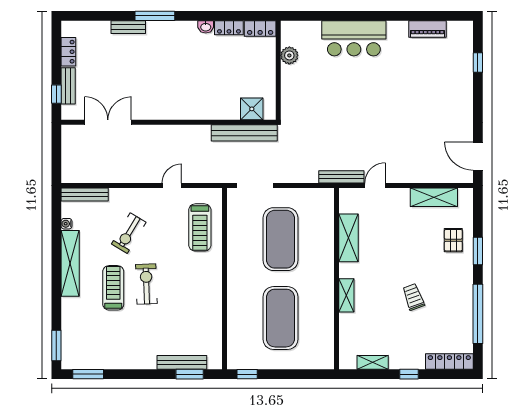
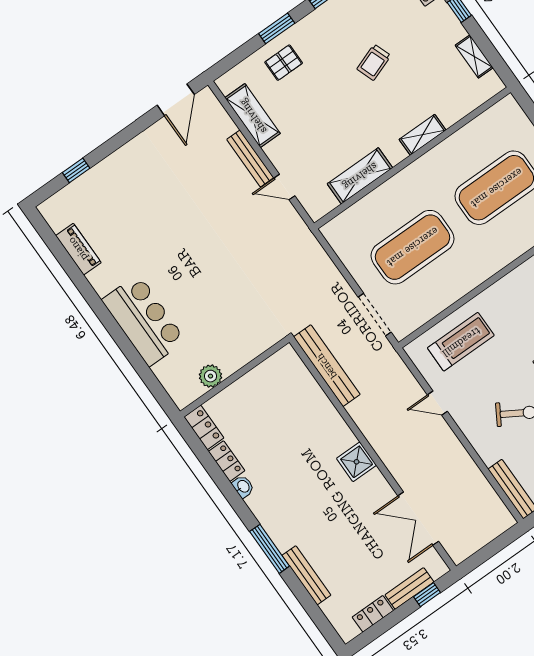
bench: (128, 27) -> (306, 575), width x1.36
shower: (252, 109) -> (357, 462), moved
bench: (341, 177) -> (250, 158), moved

